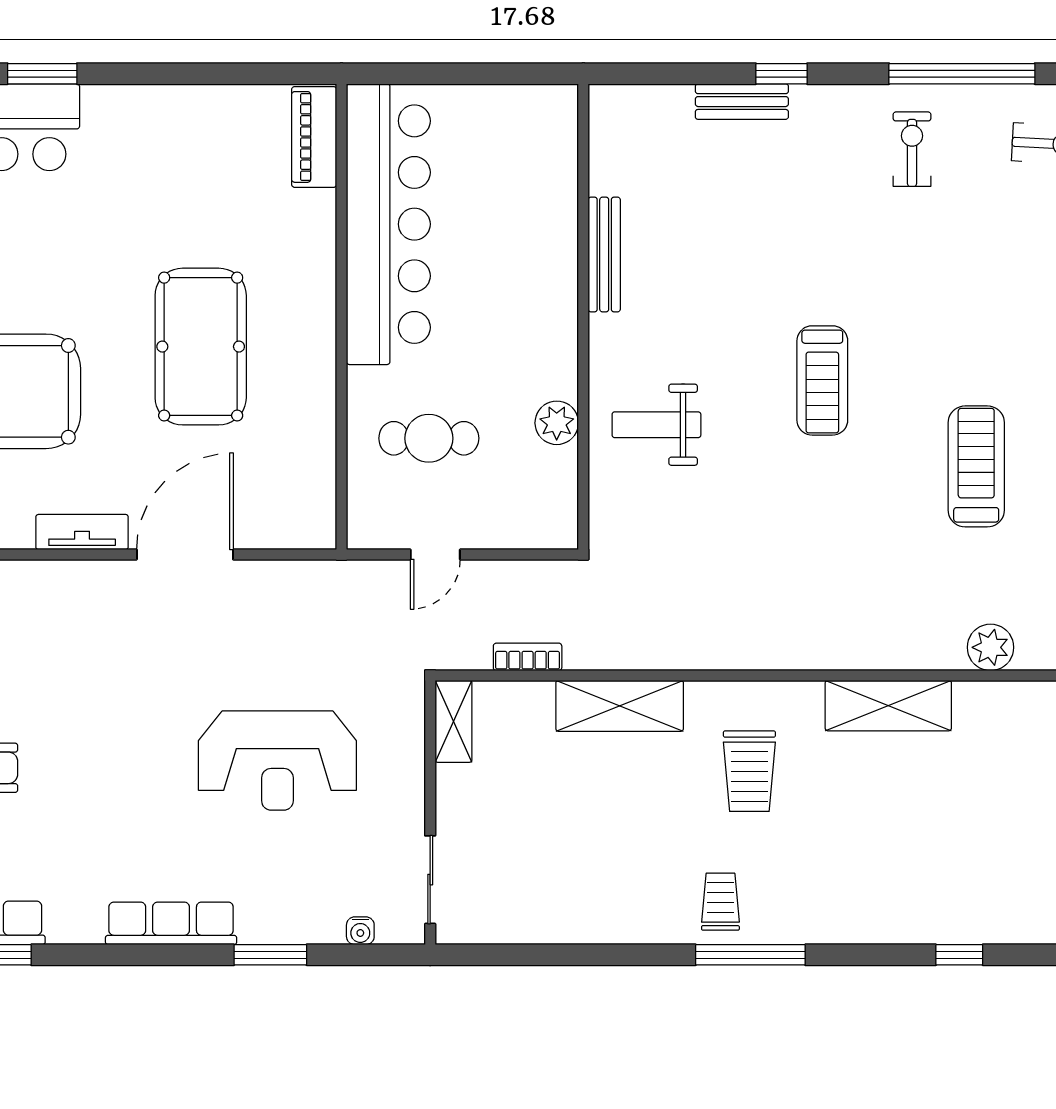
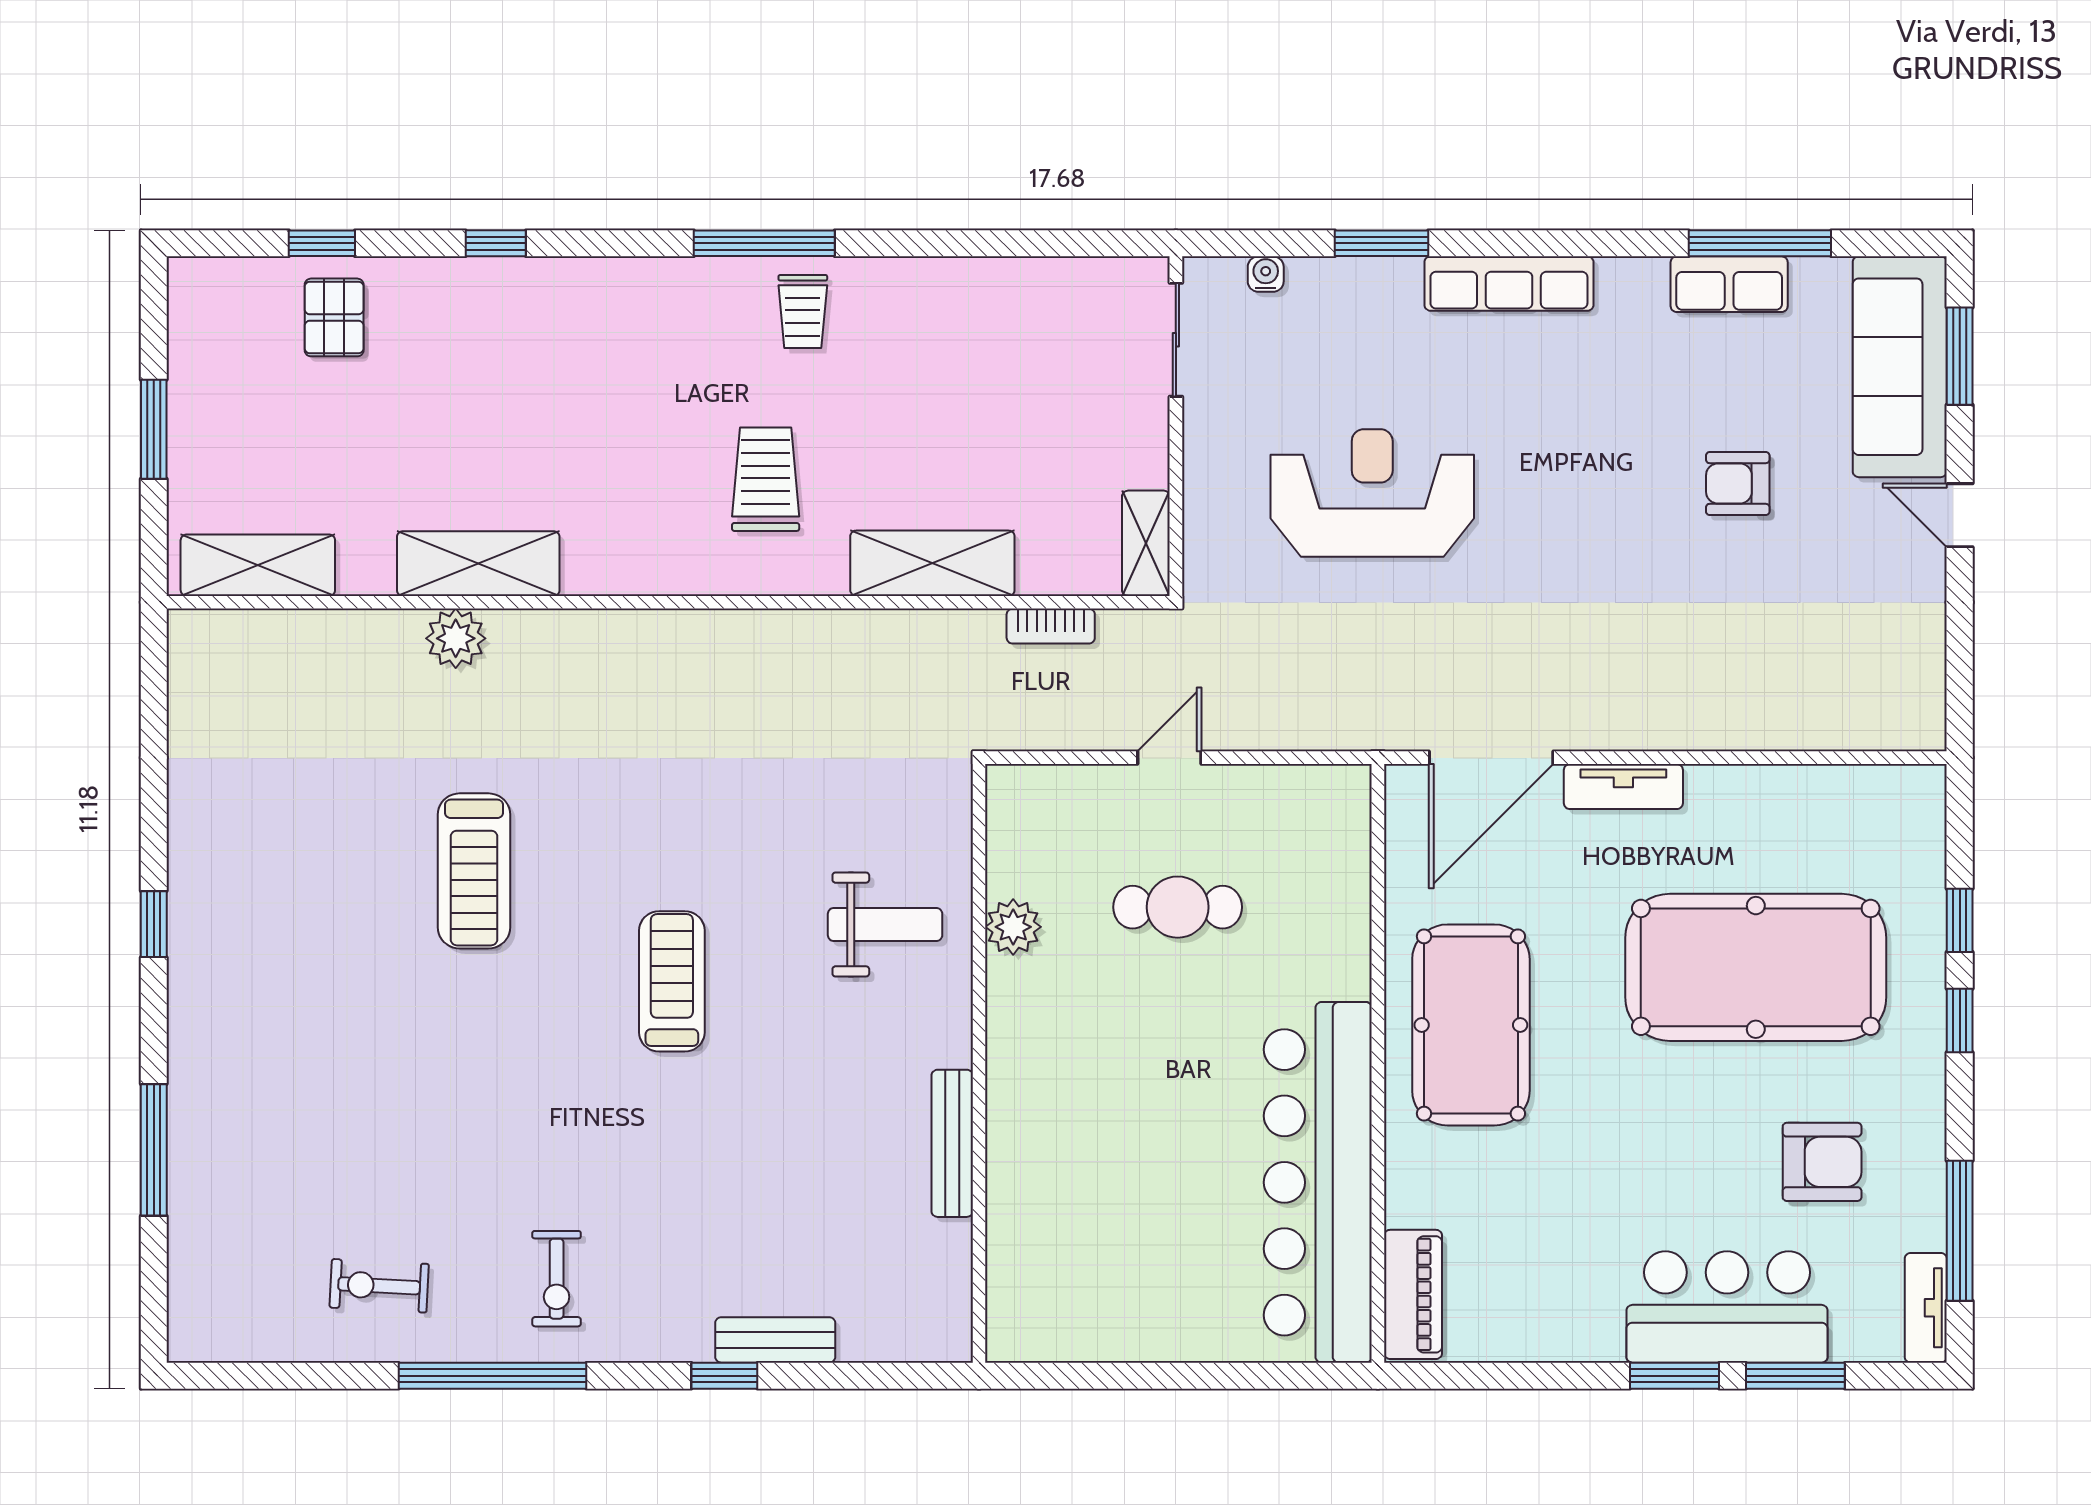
piano: (314, 137) -> (1413, 1294), moved
bar counter: (388, 224) -> (1318, 1182), moved
wall: (342, 317) -> (1378, 1063), moved
shelving: (888, 706) -> (478, 564), moved

